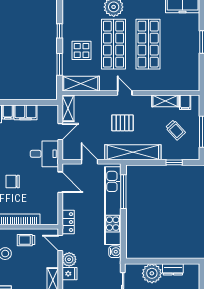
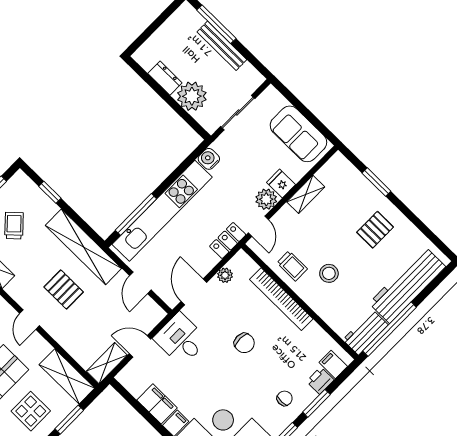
plant: (53, 204) -> (225, 275), added

